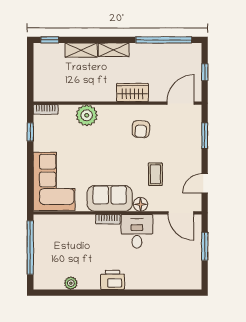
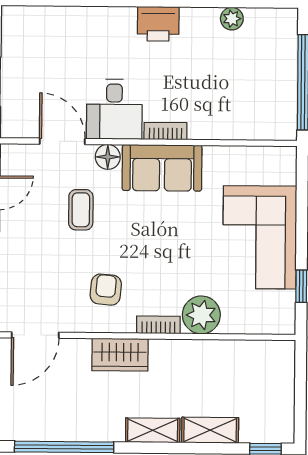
bookcase: (46, 109) -> (158, 325), moved
corner sofa: (54, 181) -> (260, 237), moved
door: (181, 213) -> (62, 141), moved

